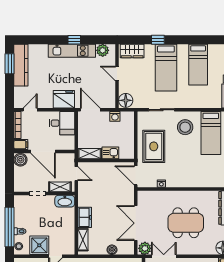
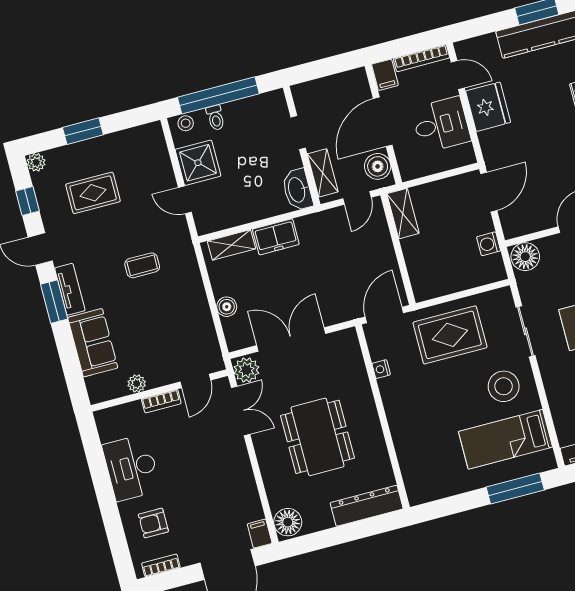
fridge: (64, 99) -> (488, 107), moved
desk: (62, 123) -> (441, 125), moved, turned -90
kitchen sink: (110, 153) -> (415, 254), removed
boiler: (20, 160) -> (378, 166), moved

